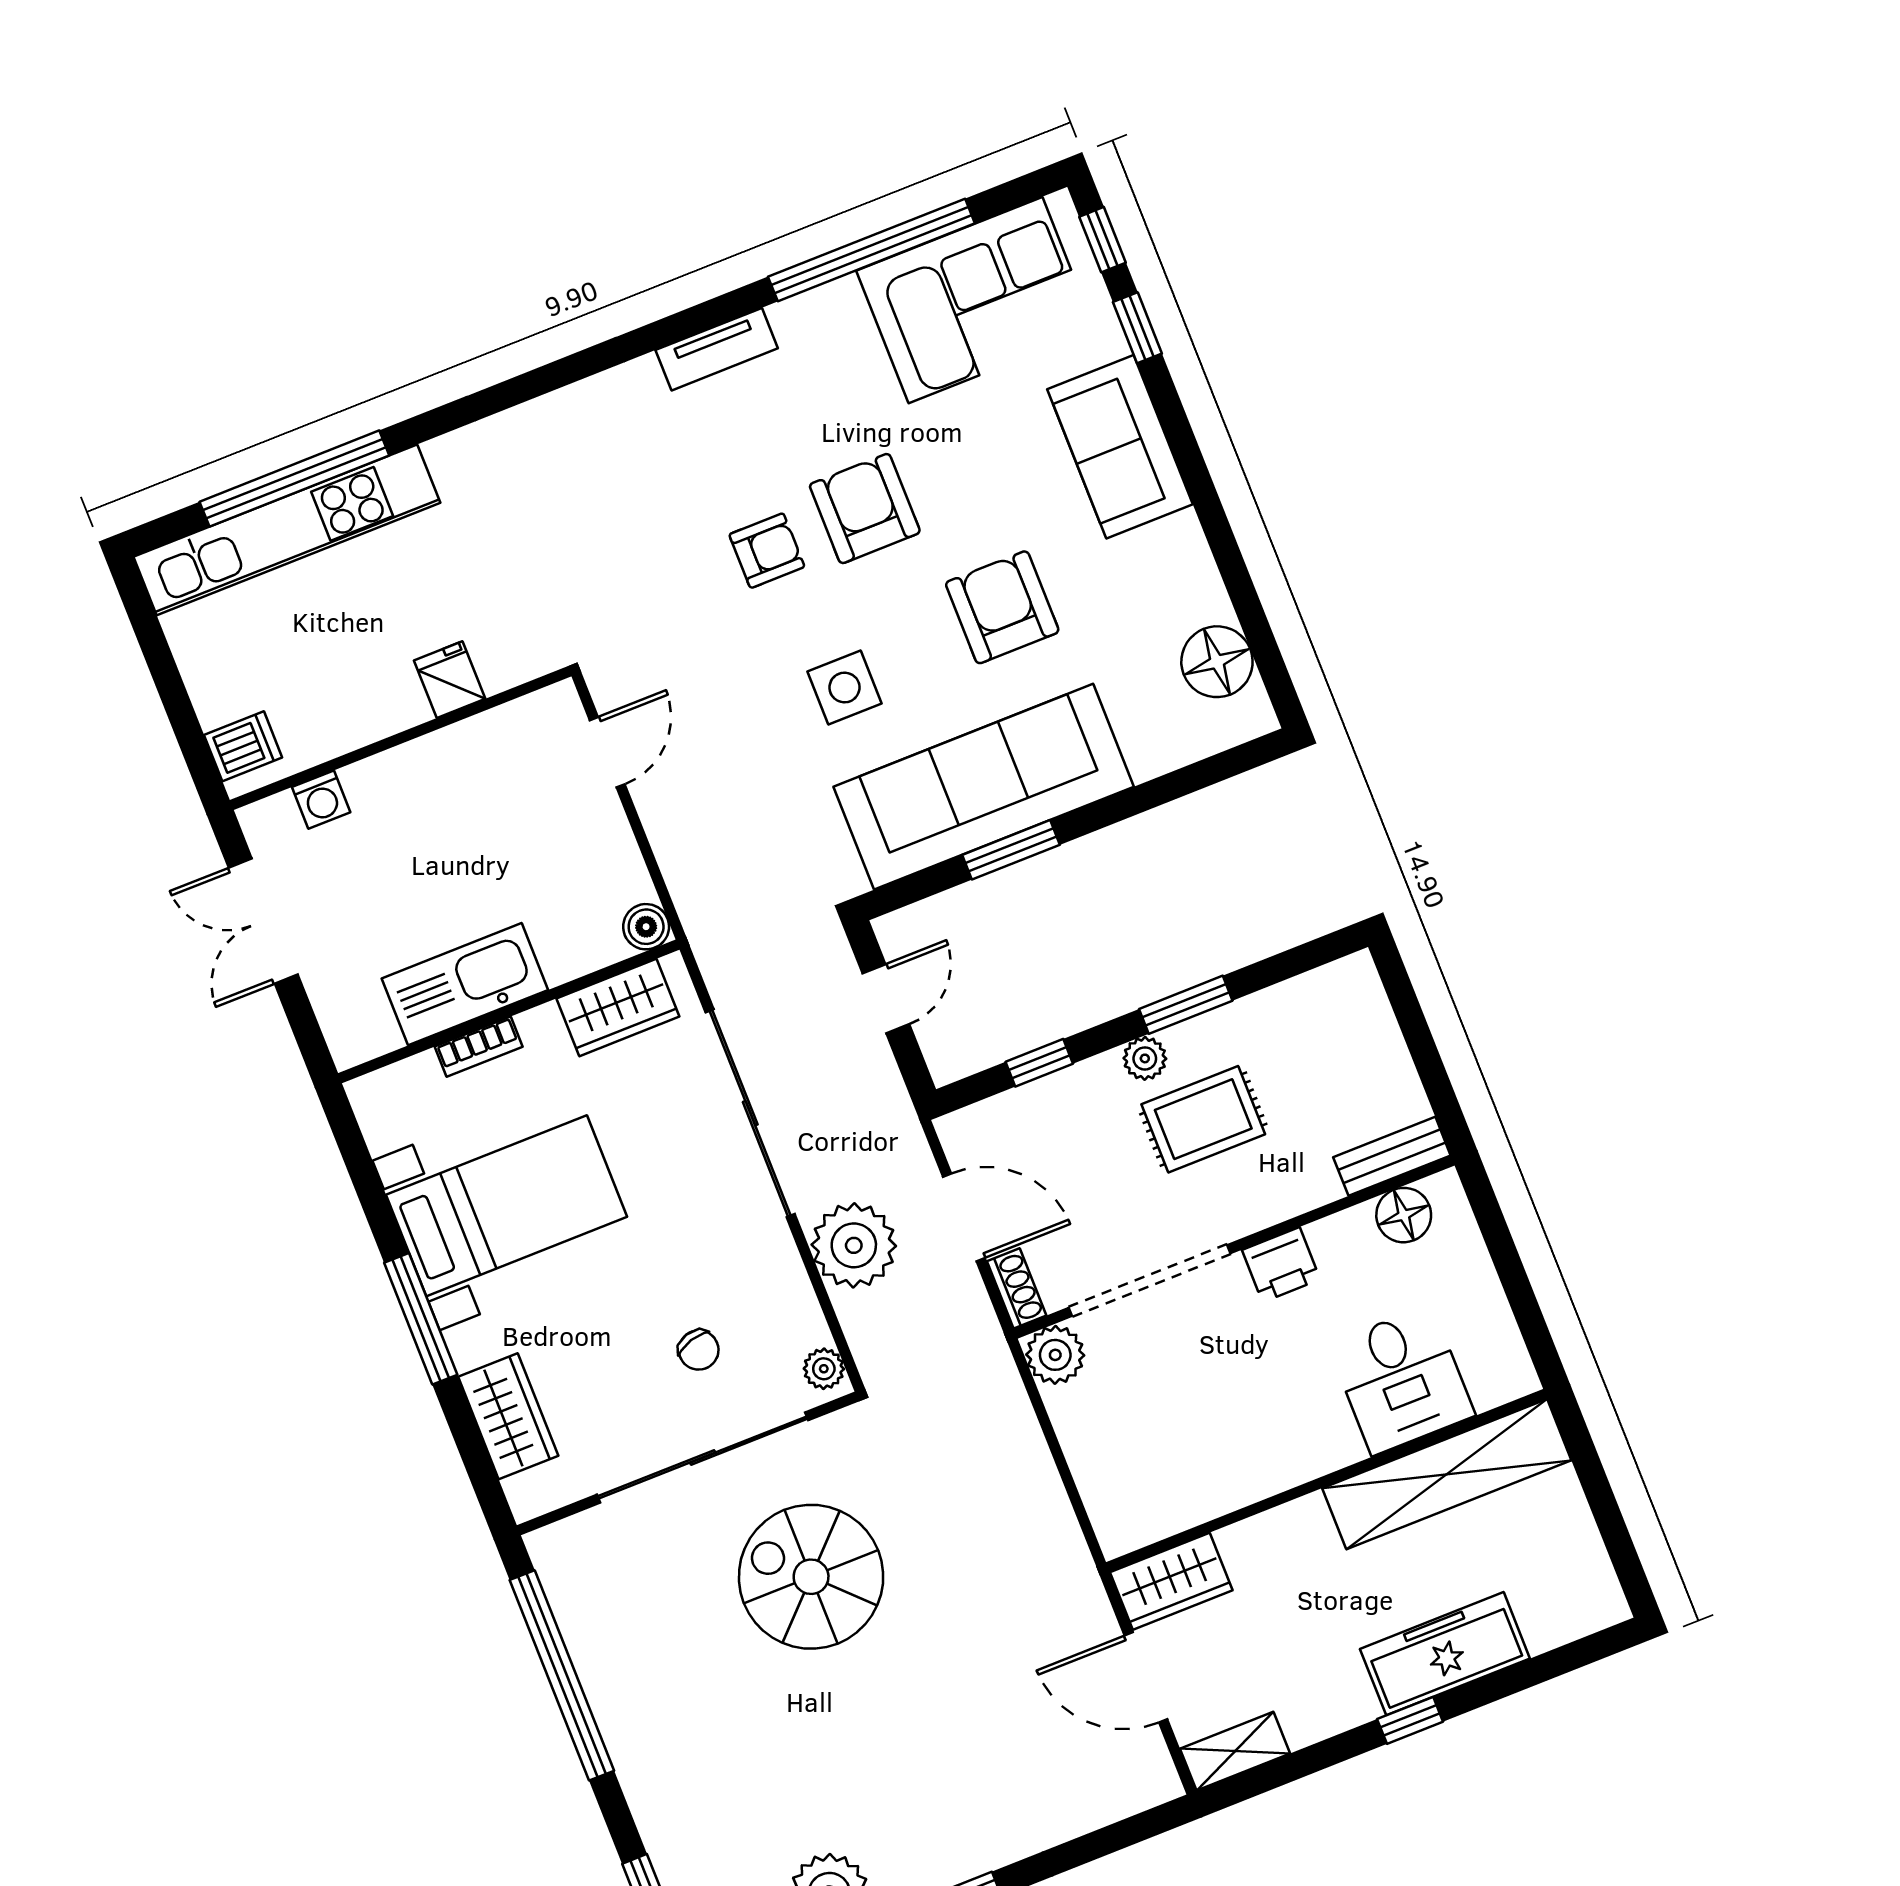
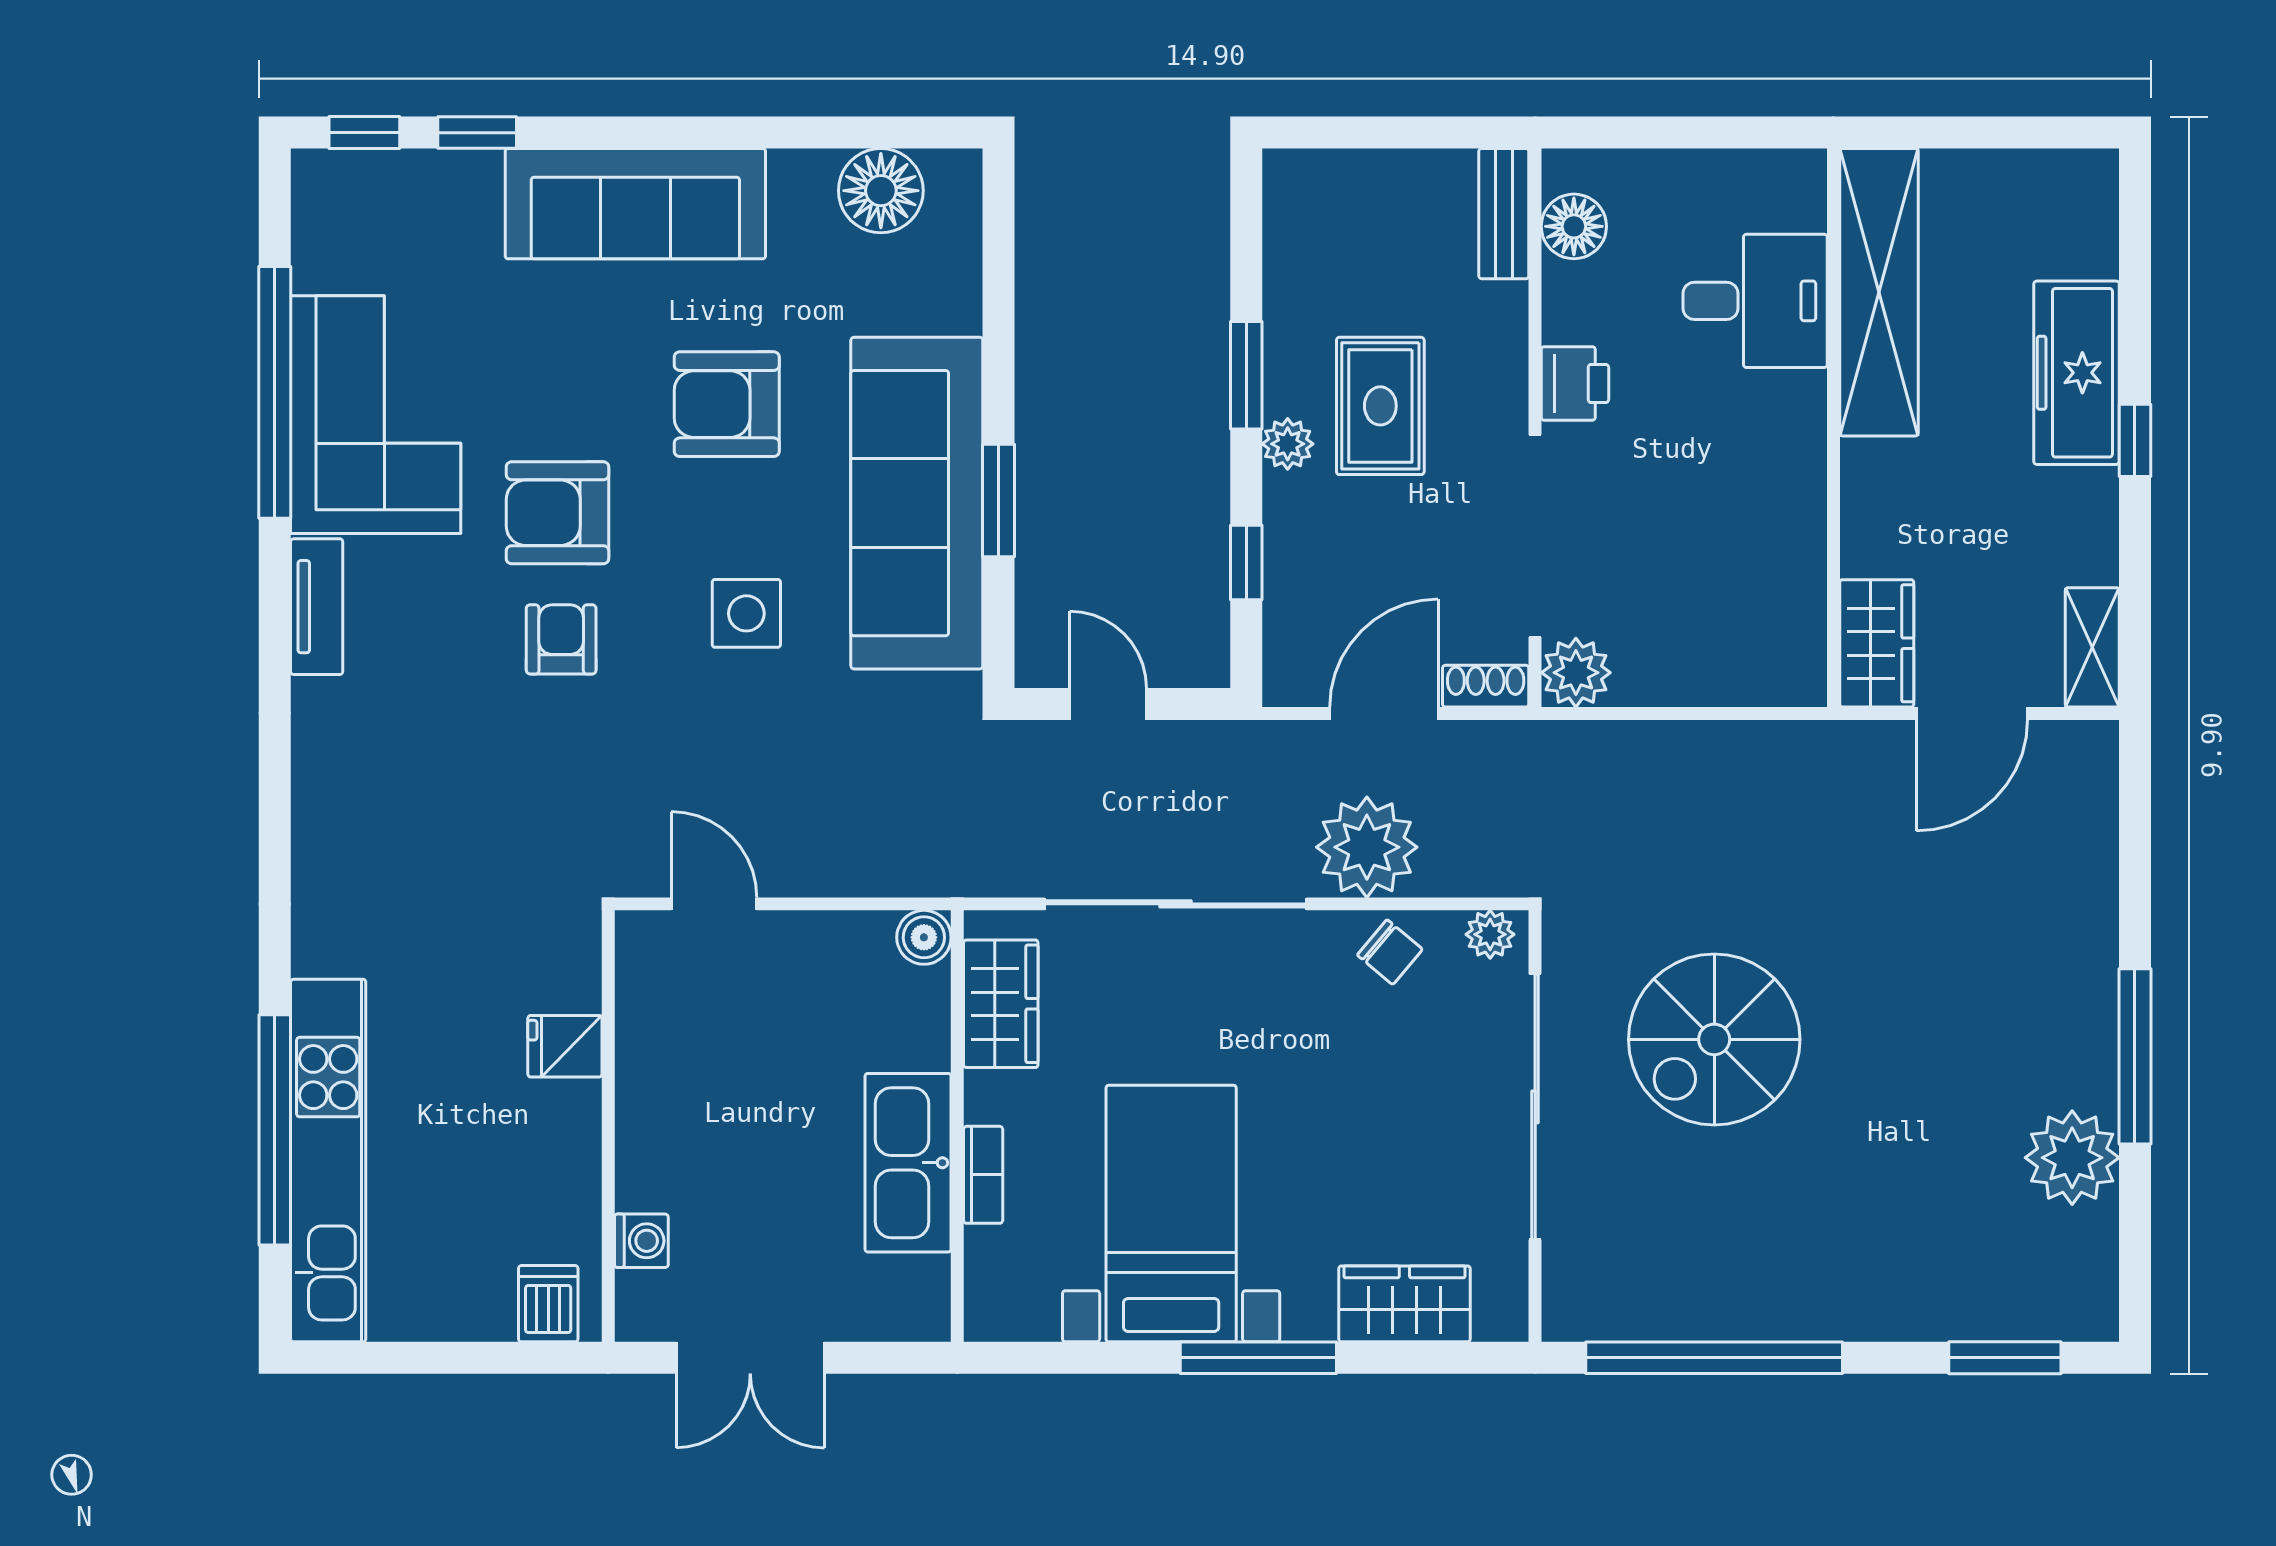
corner sofa: (975, 300) -> (376, 415), moved
sofa: (1120, 447) -> (635, 204), width x1.36
chair: (699, 1350) -> (1390, 952), moved, turned 56

